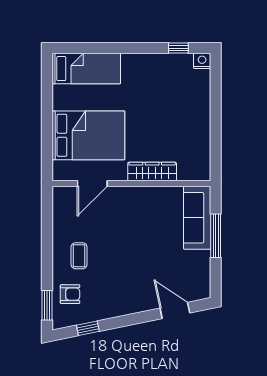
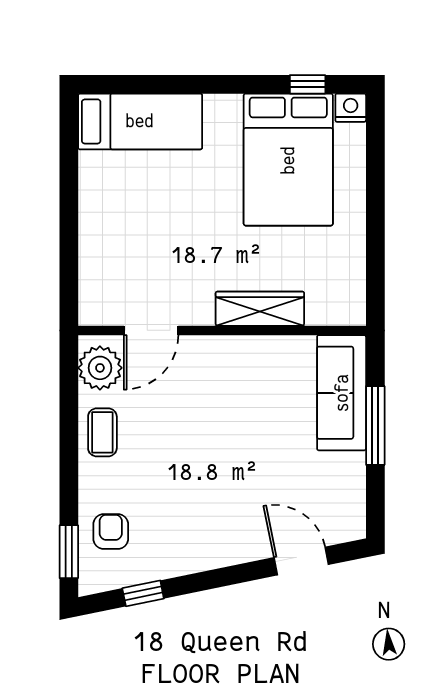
bed: (88, 135) -> (288, 160), moved, turned 90
plant: (64, 204) -> (100, 368), added
coffee table: (79, 256) -> (102, 432), moved
armchair: (70, 294) -> (111, 531), turned -90

